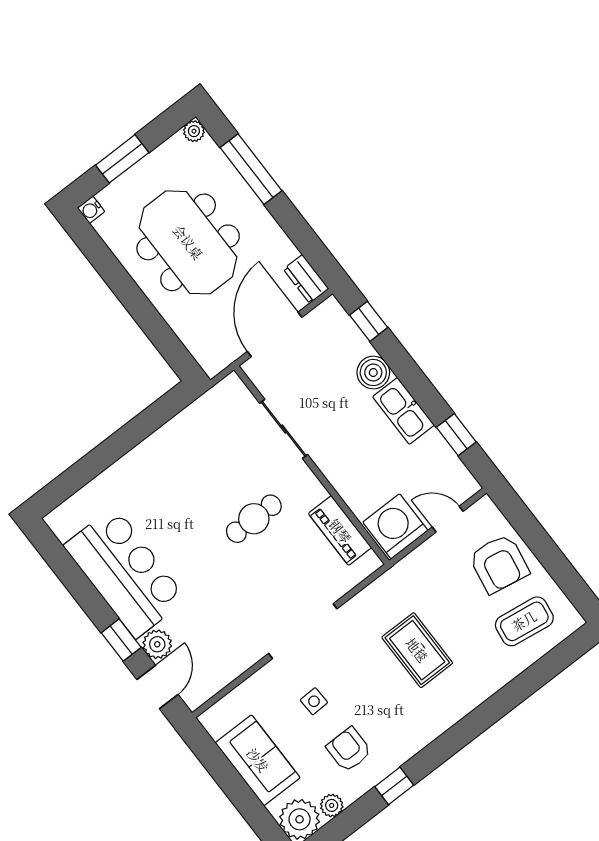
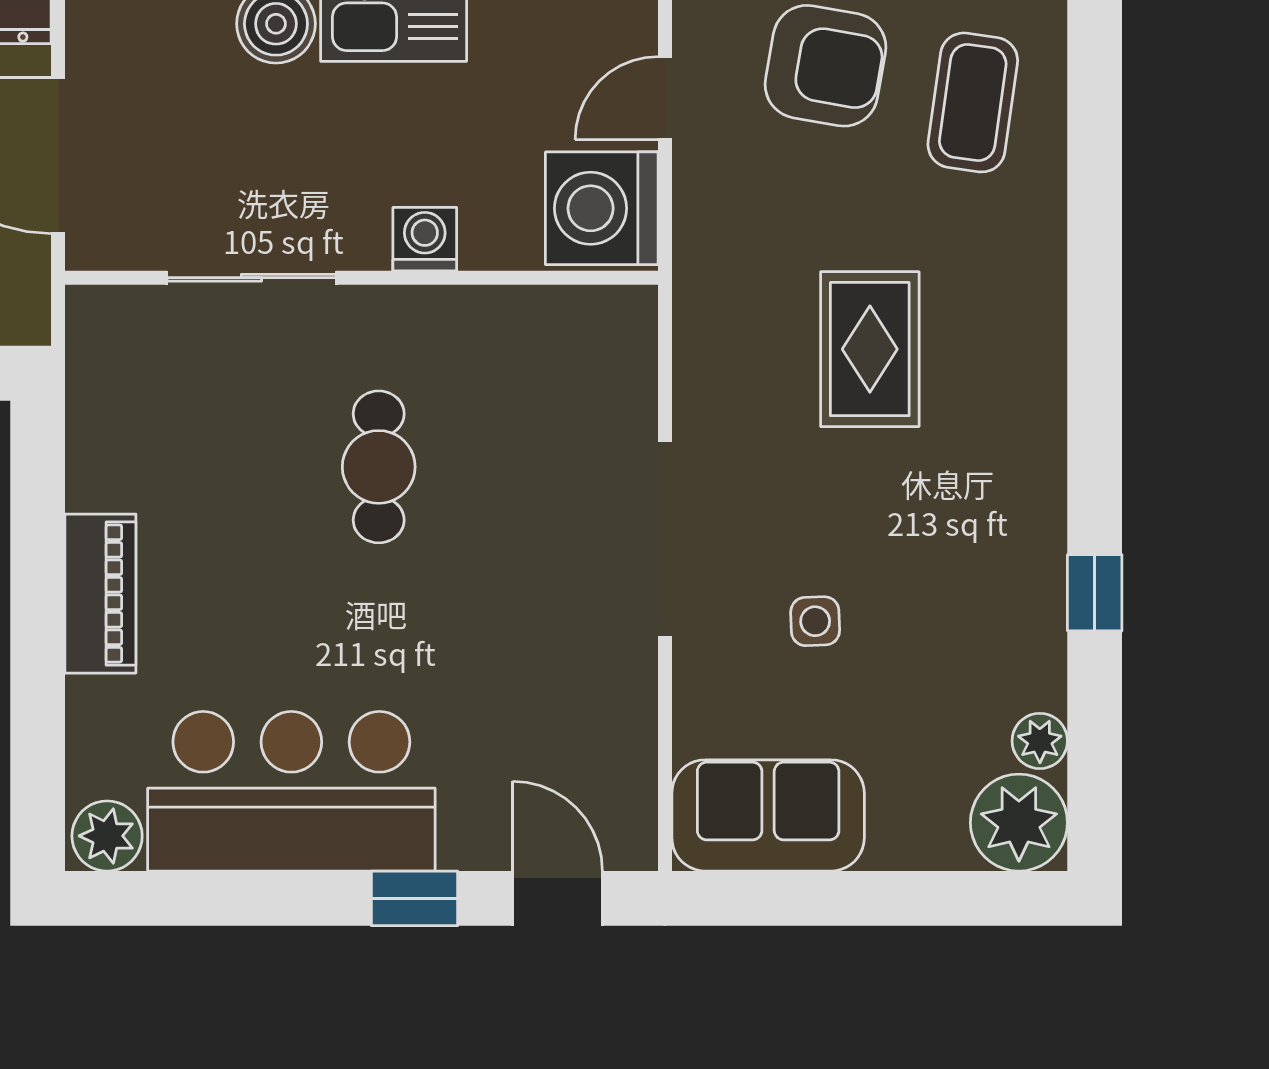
washing machine: (340, 476) -> (425, 239), added
piano: (340, 531) -> (100, 594), moved, turned -90
plant: (157, 644) -> (107, 836), moved
rug: (417, 650) -> (870, 349), turned 90
armchair: (349, 749) -> (958, 626), removed
sofa: (258, 760) -> (768, 815), moved

